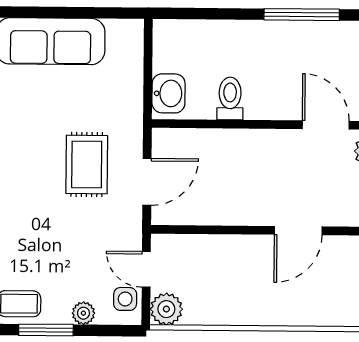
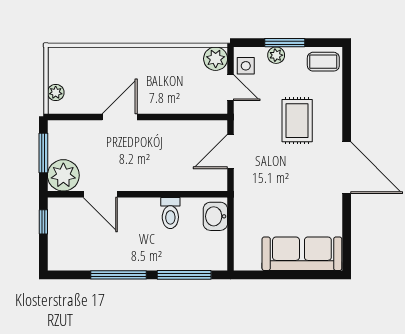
window: (212, 14) -> (184, 275), added
rug: (87, 164) -> (297, 121), moved
window: (46, 330) -> (285, 43), moved

